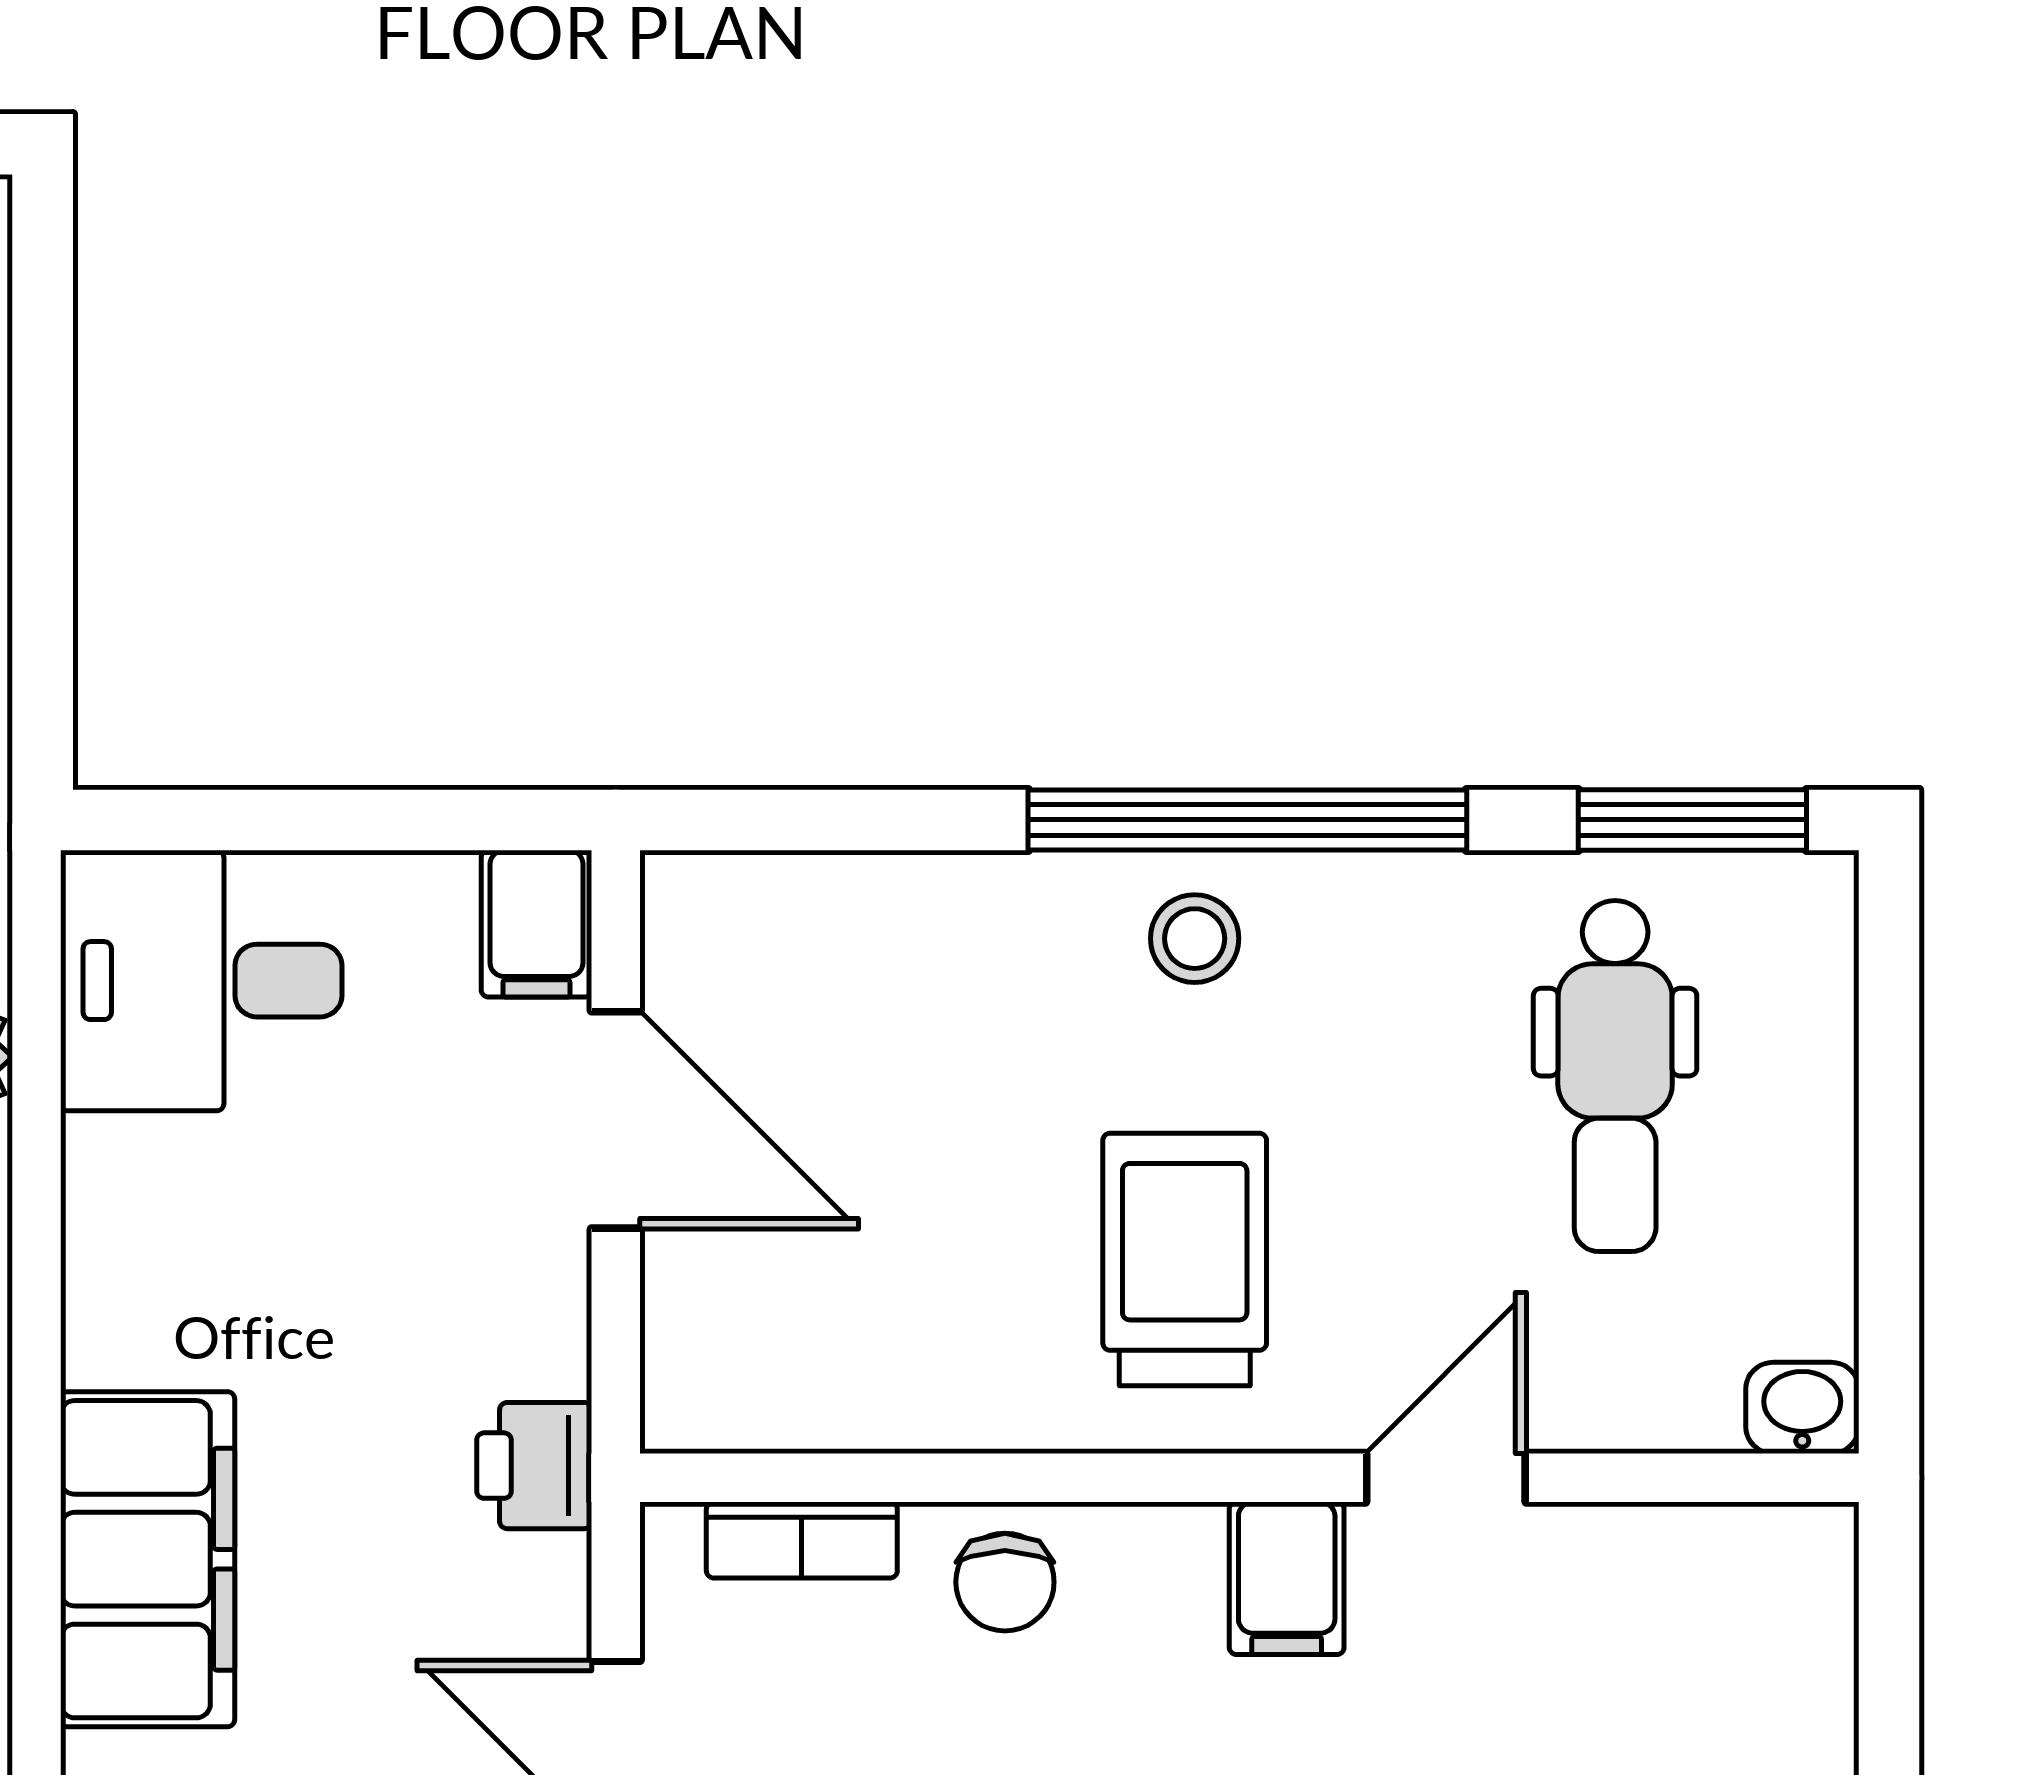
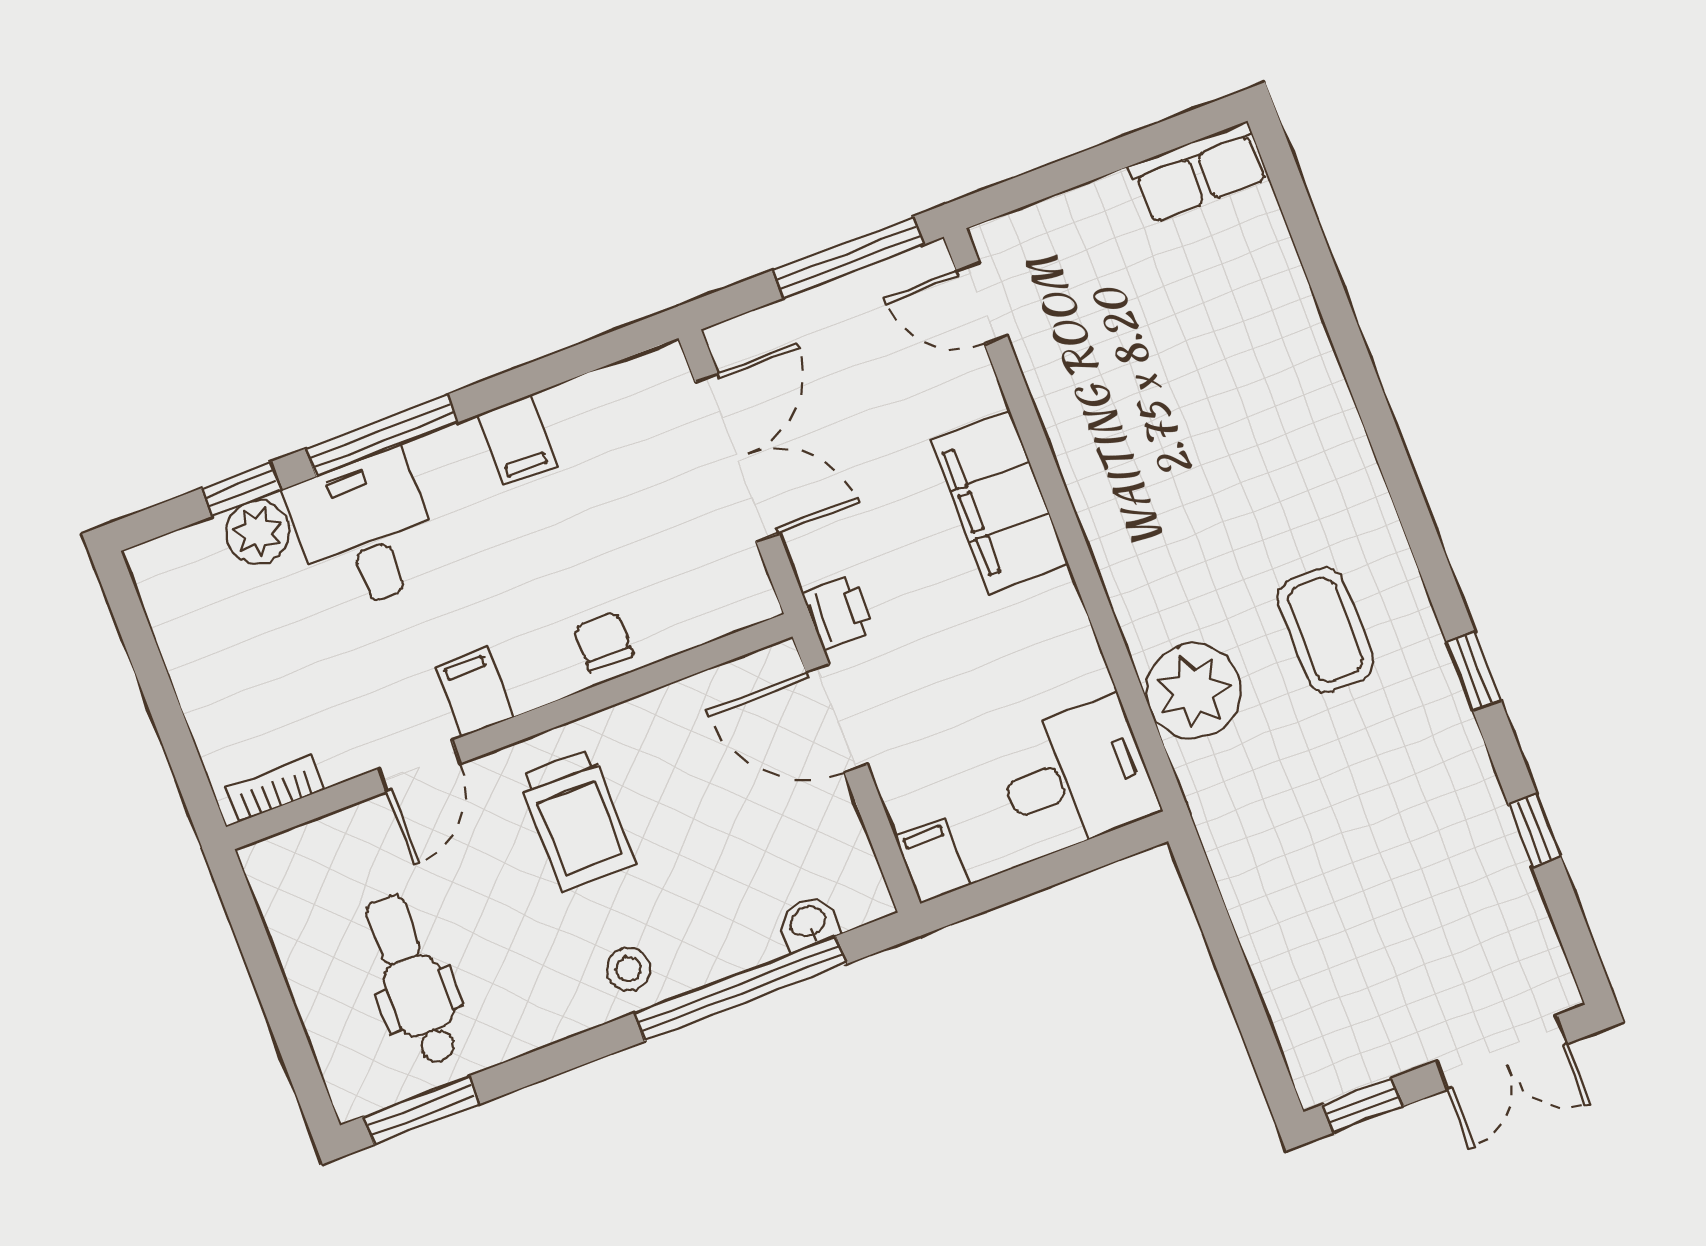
window: (1247, 820) -> (740, 989), moved
door: (616, 1120) -> (837, 718), moved
washbasin: (1802, 1408) -> (808, 923), moved, turned 180
bookcase: (802, 1540) -> (275, 789), moved

